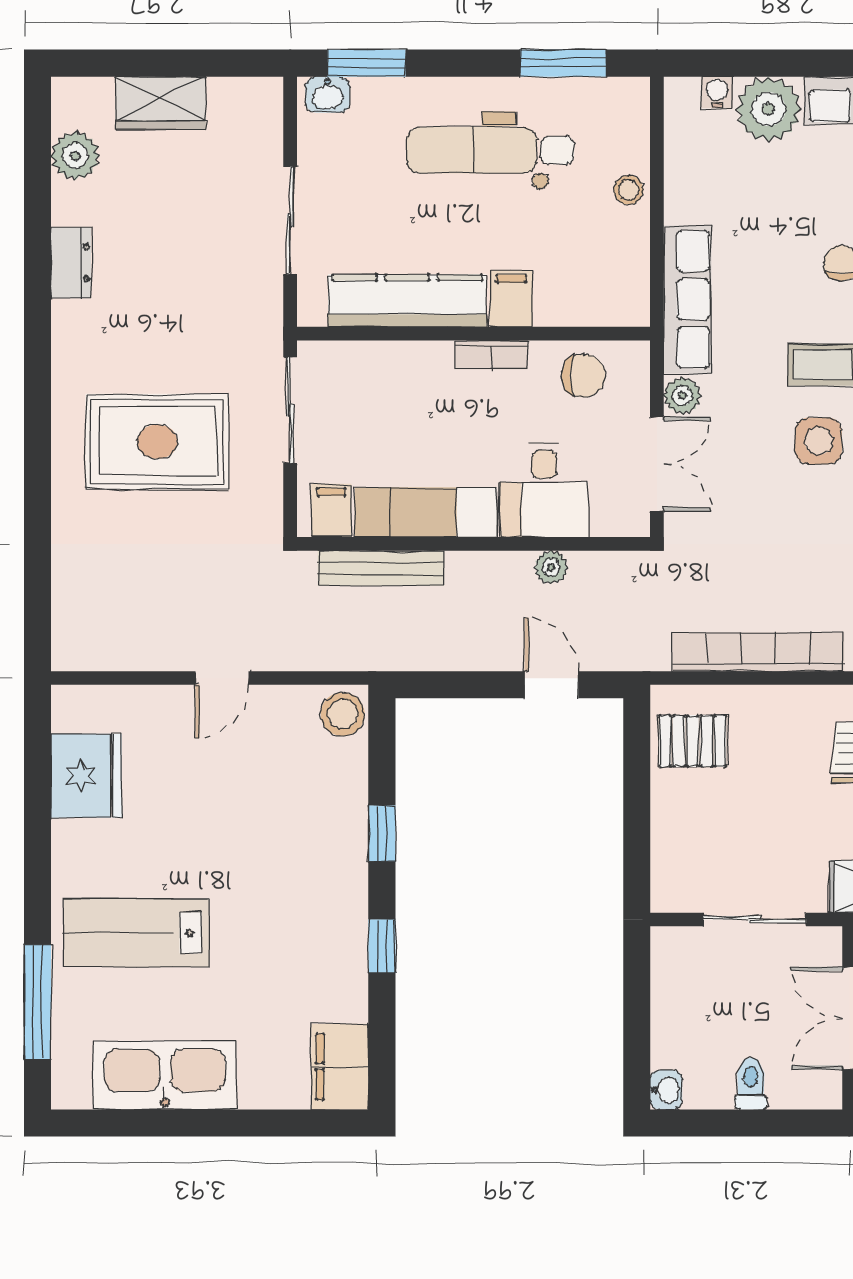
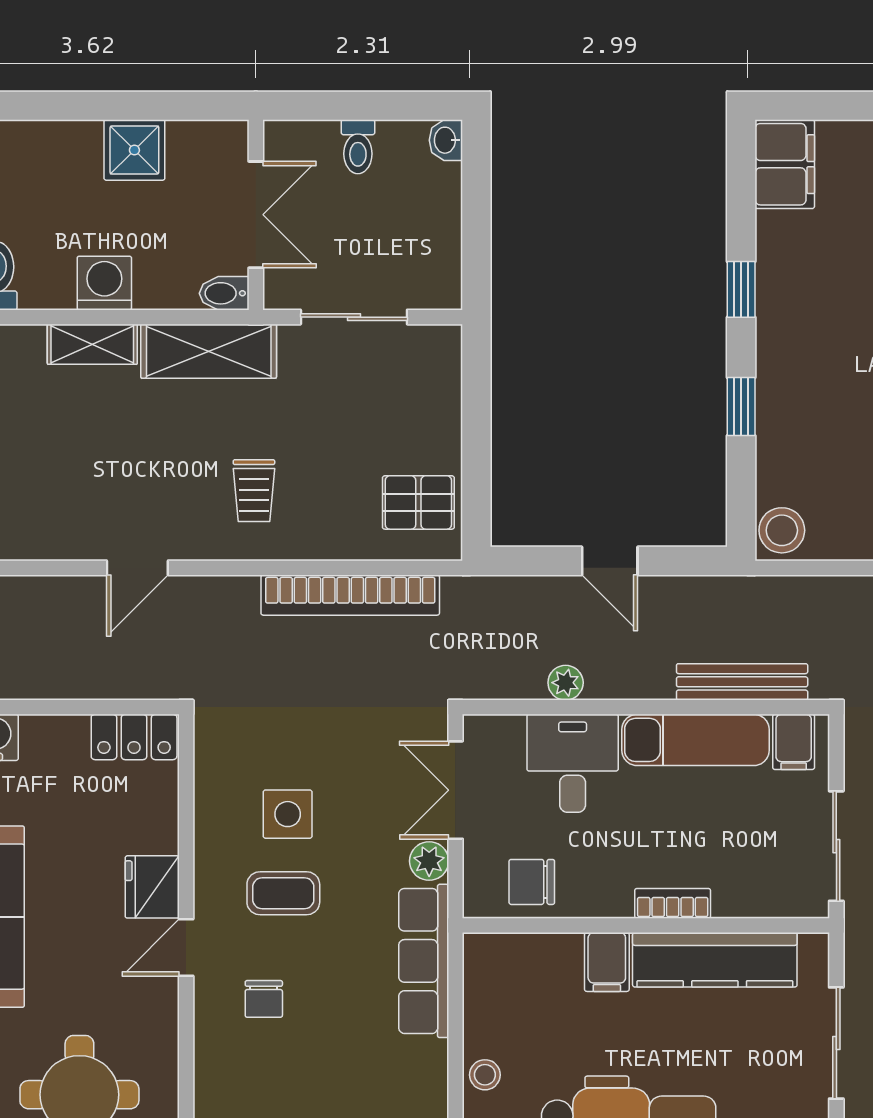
bookcase: (491, 355) -> (673, 903), moved
door: (551, 685) -> (610, 561), moved

